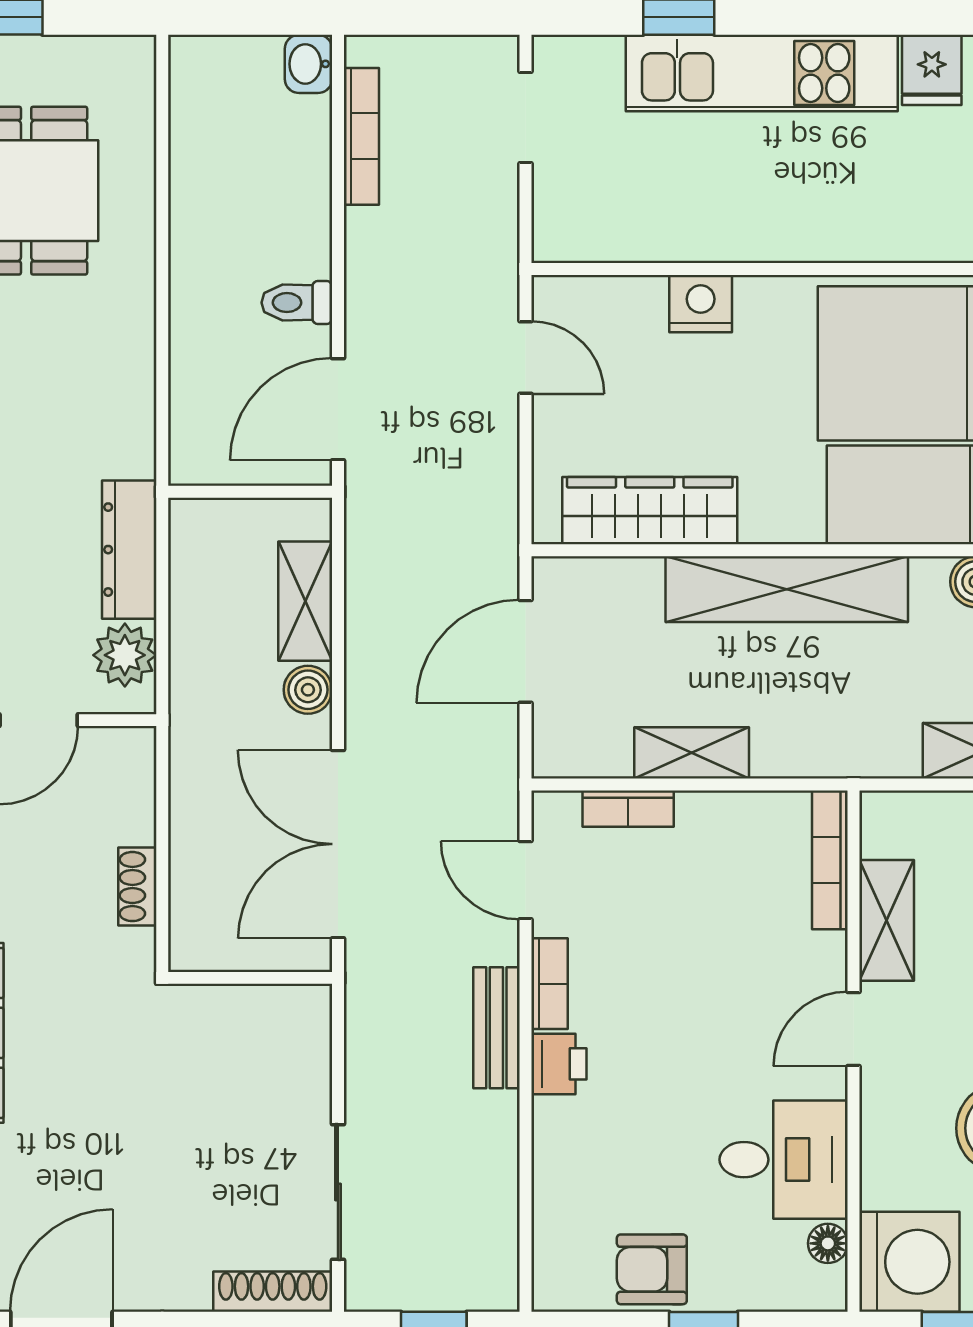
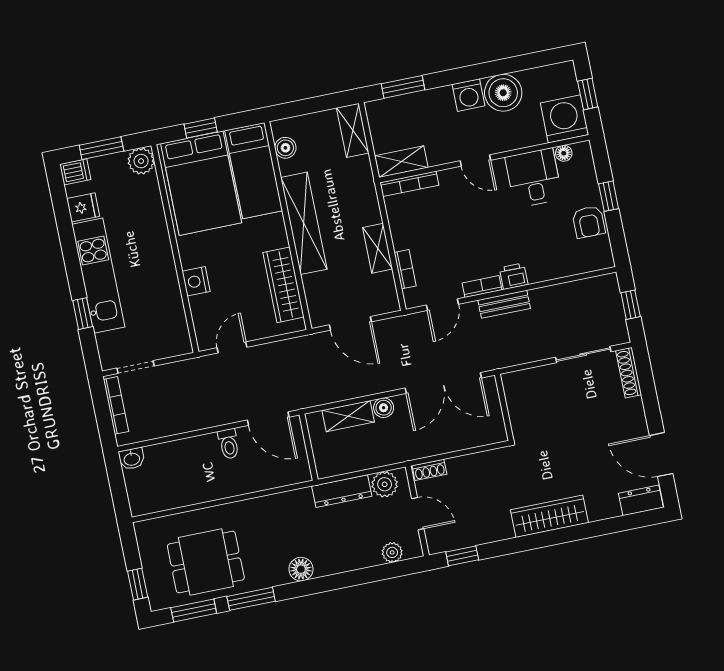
bookcase: (361, 136) -> (116, 405), moved, turned 90
shoe rack: (137, 887) -> (429, 470), moved
shelving: (887, 920) -> (401, 162), moved

